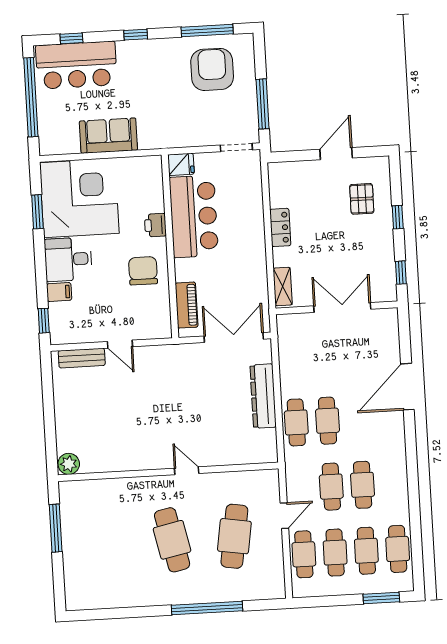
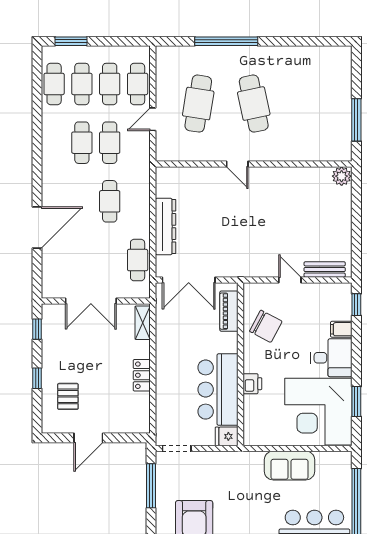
chair: (143, 271) -> (266, 326), moved, turned -62
cafe table: (296, 422) -> (138, 260), moved

